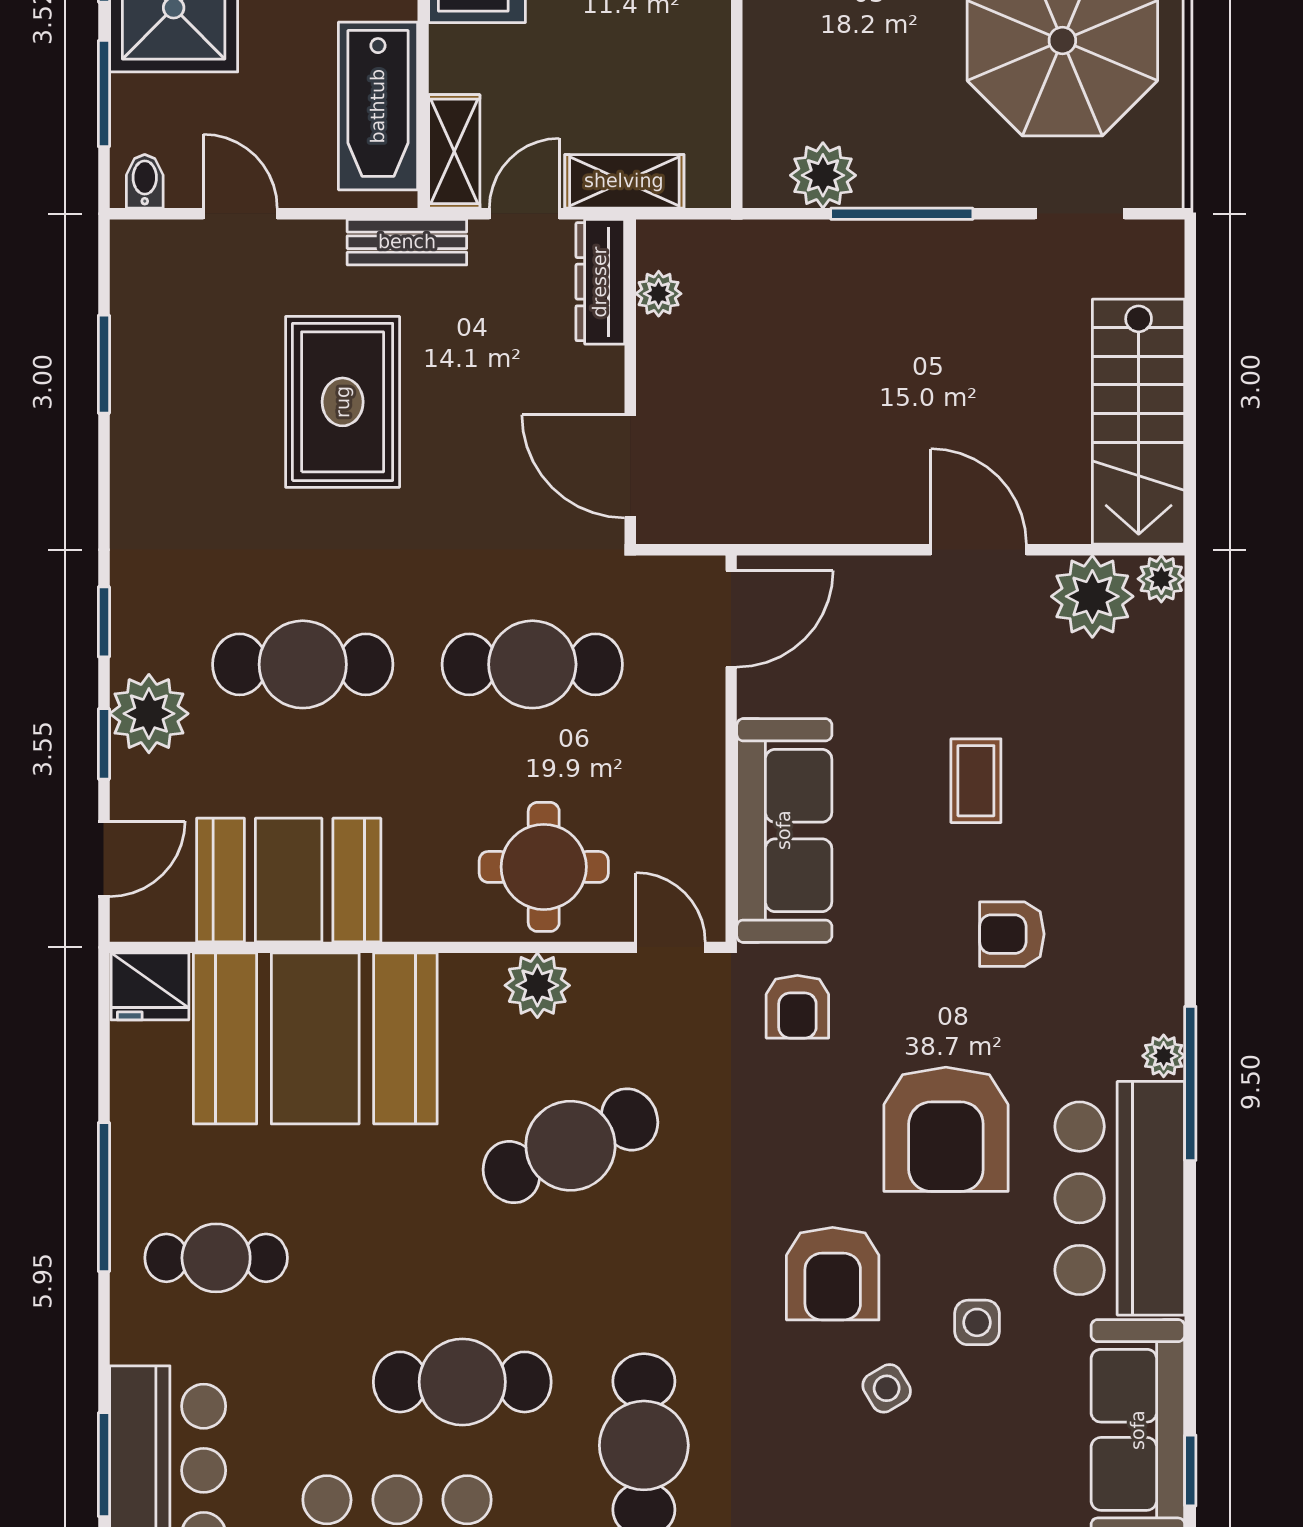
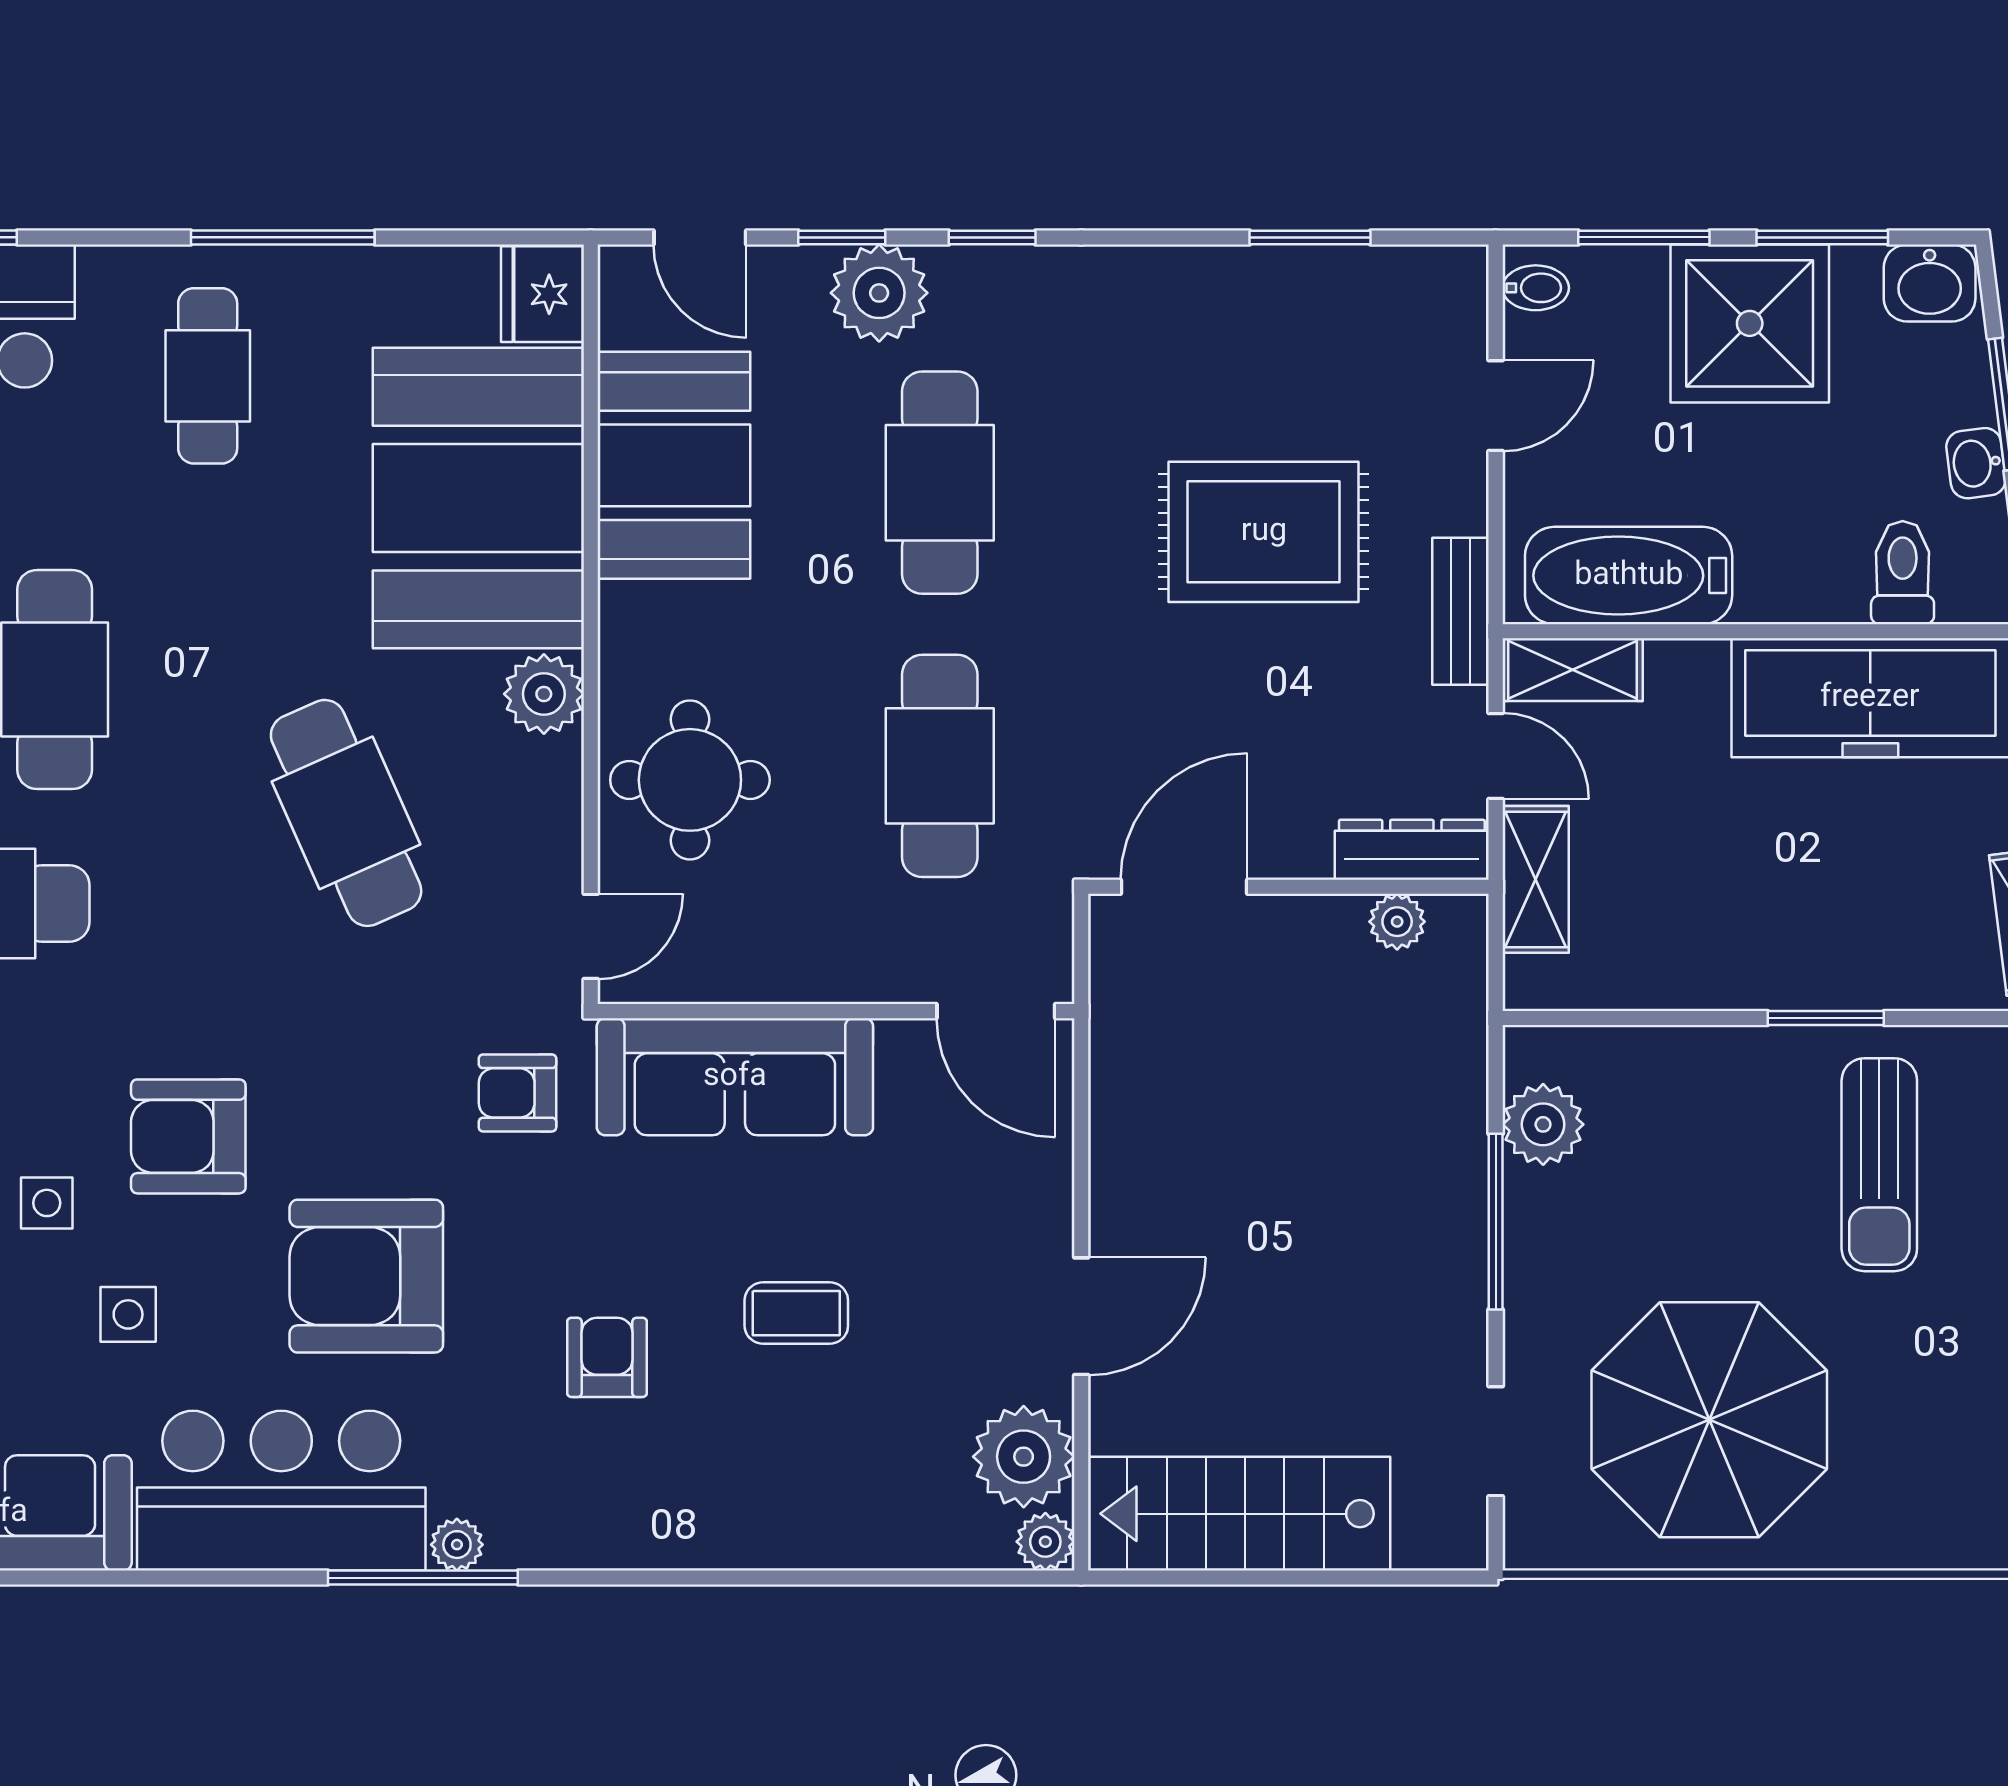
plant: (537, 985) -> (544, 694), moved
side table: (887, 1388) -> (47, 1203), turned 31

